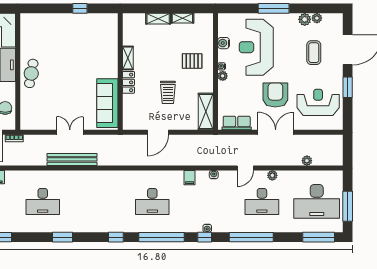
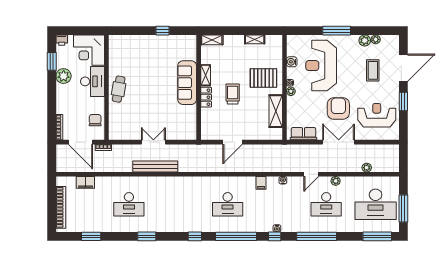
shelving: (158, 19) -> (212, 40), moved
pallet: (192, 61) -> (263, 78), width x1.50, depth x1.42
trolley: (168, 92) -> (233, 94), moved, turned 180
sofa: (107, 103) -> (187, 83), moved
shelving: (206, 112) -> (276, 111), moved

